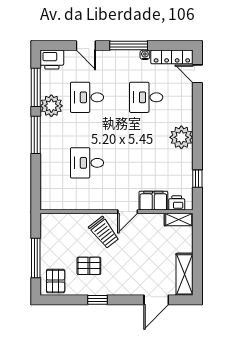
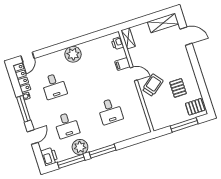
window: (197, 179) -> (97, 35), removed
filing cabinet: (153, 201) -> (122, 64), width x0.50
window: (97, 300) -> (199, 75), removed

